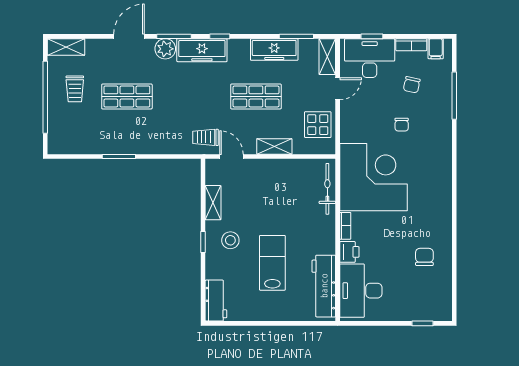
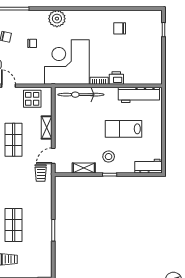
plant: (439, 162) -> (57, 19), added
bicycle: (327, 189) -> (81, 95), width x1.37, depth x1.40
desk: (361, 291) -> (142, 70), removed

